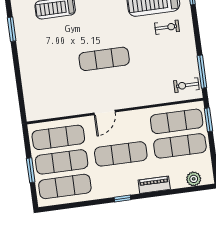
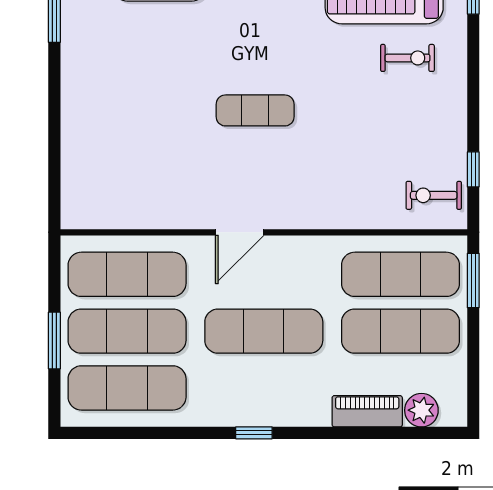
exercise mat: (104, 59) -> (255, 110), width x0.73, depth x0.69
window: (202, 72) -> (473, 169), width x0.46
piano: (154, 185) -> (367, 411), moved

